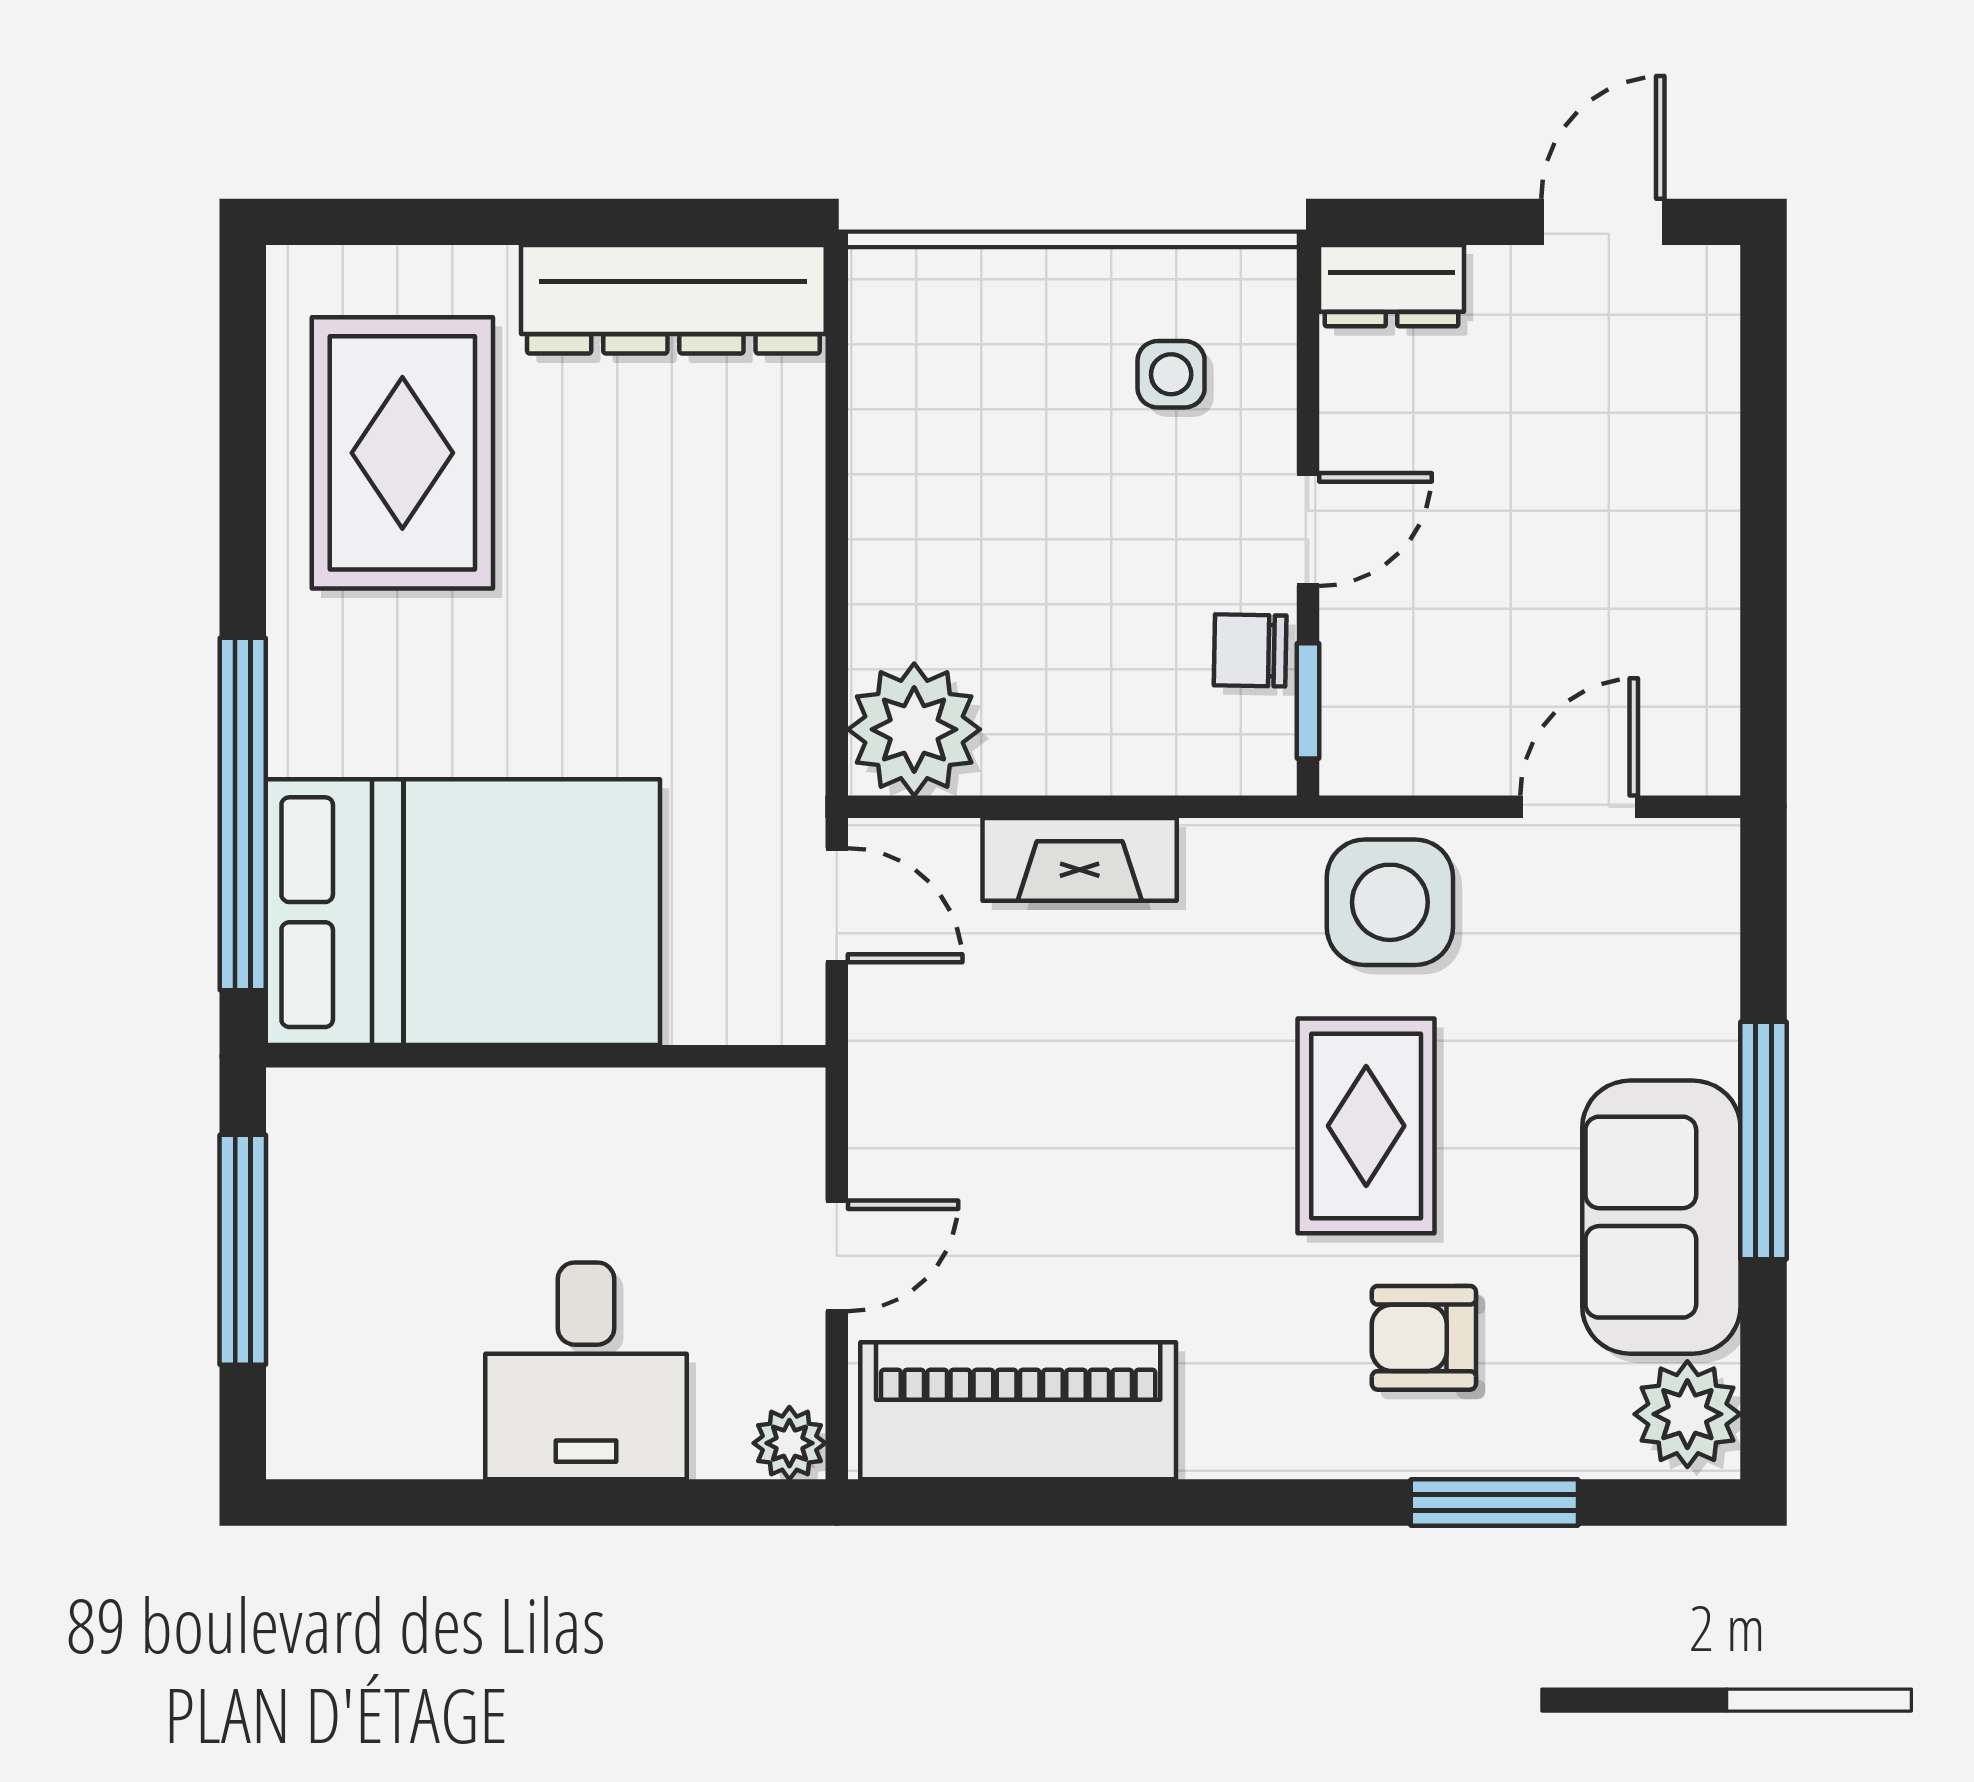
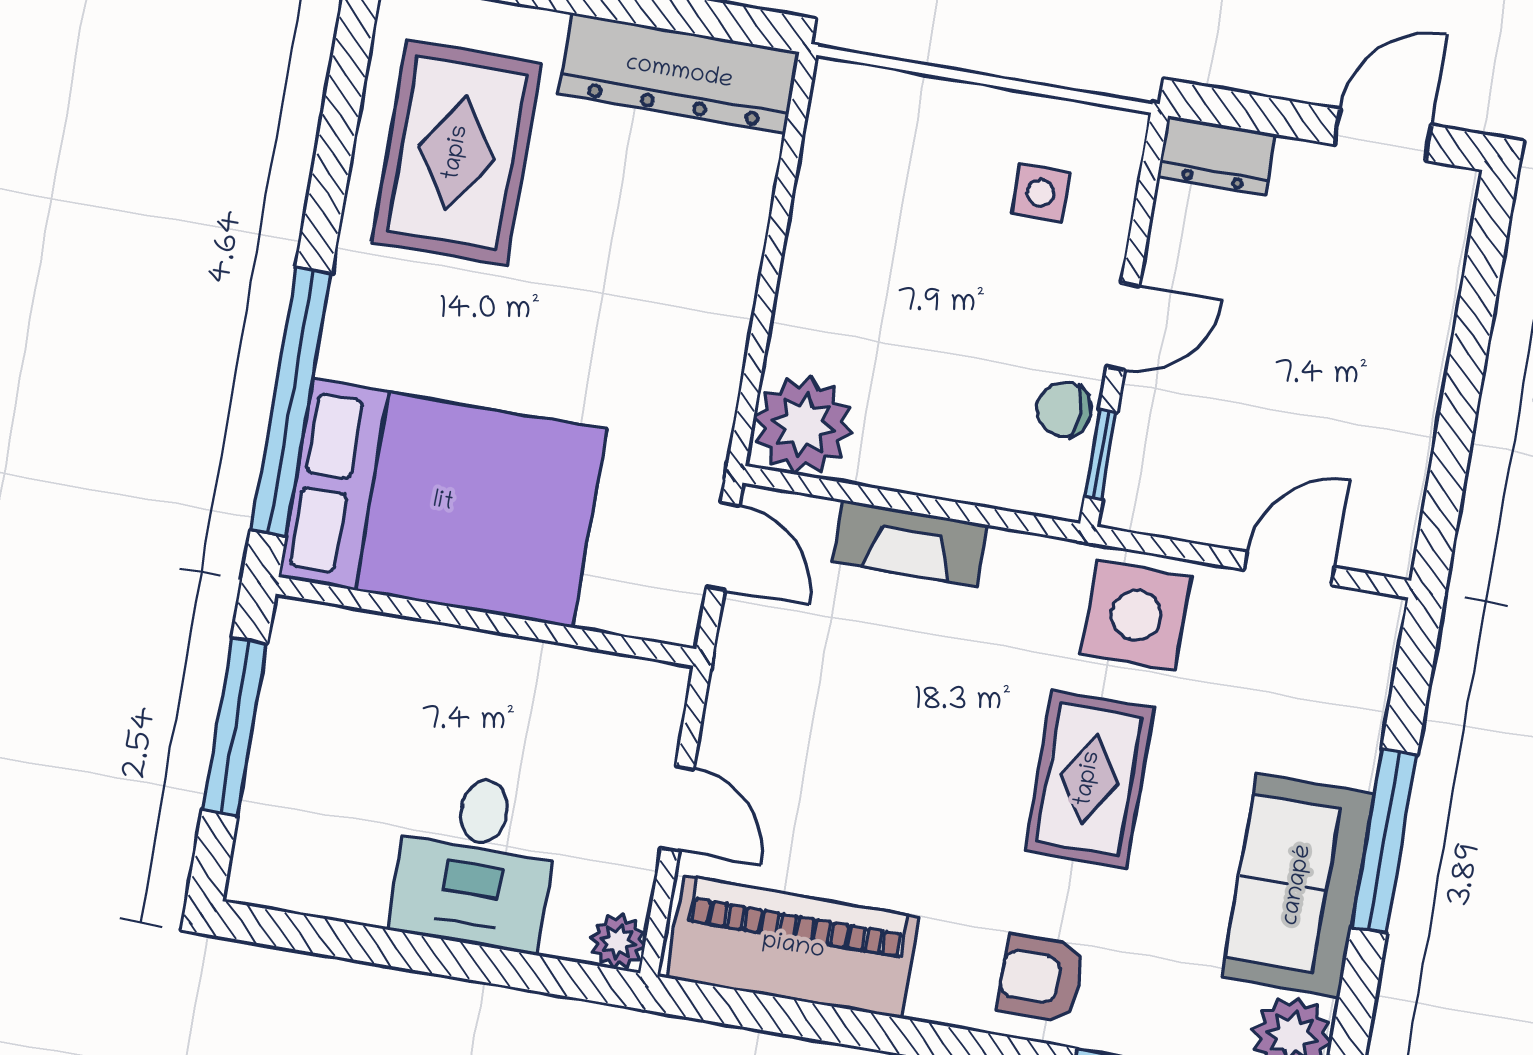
door: (837, 1256) -> (677, 808), hinge flipped
armchair: (1424, 1338) -> (1041, 978), moved

